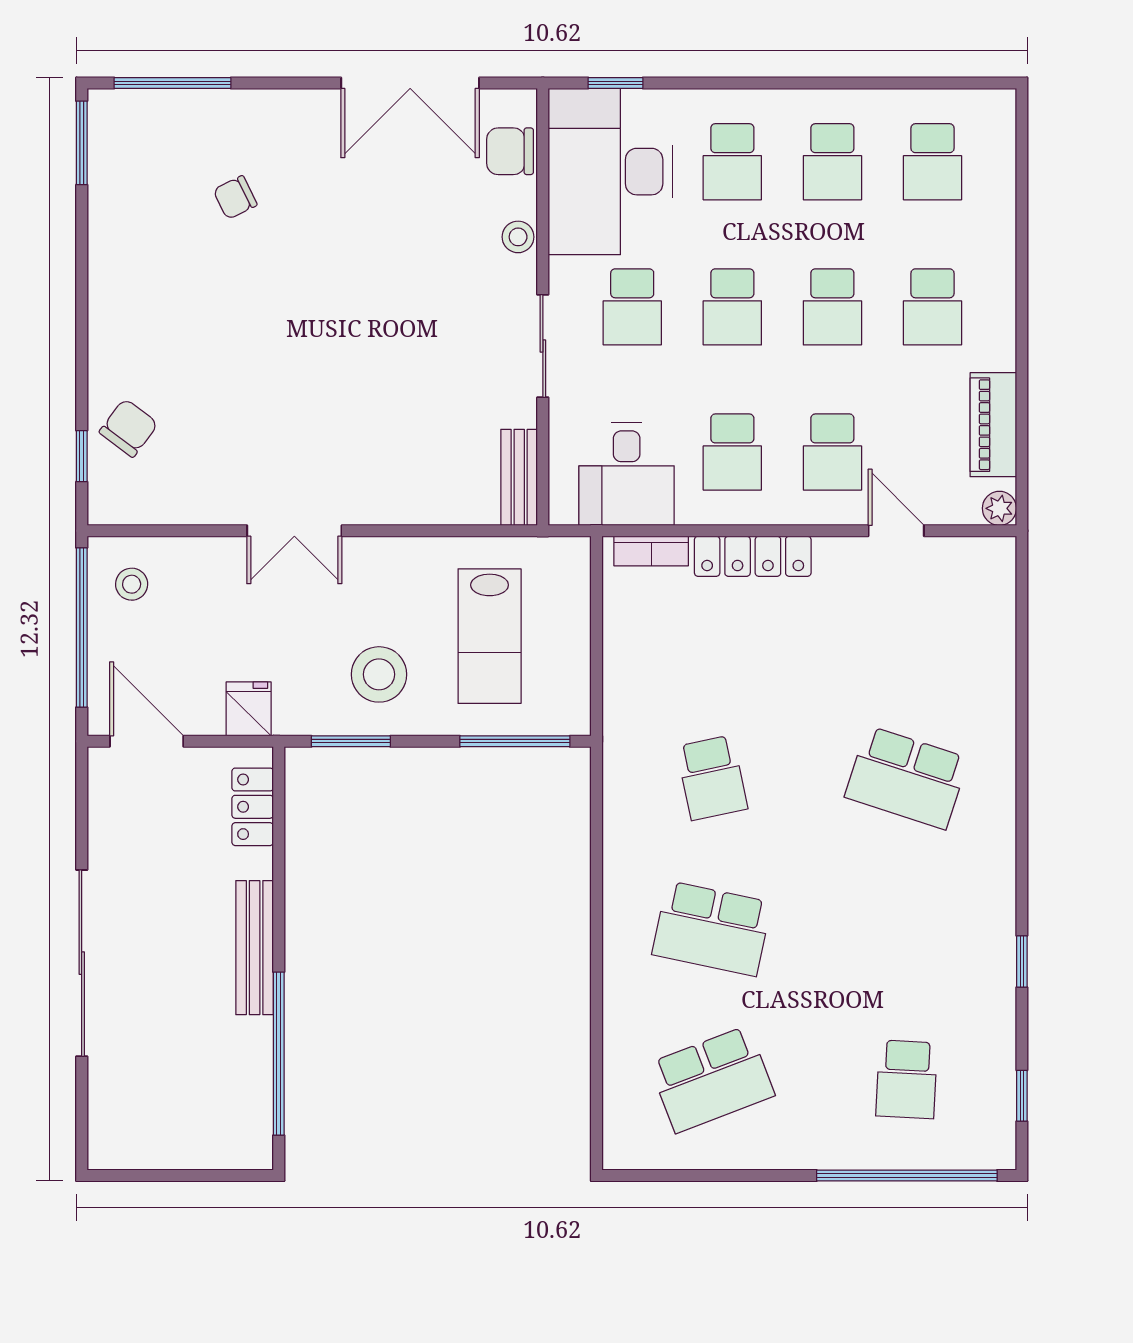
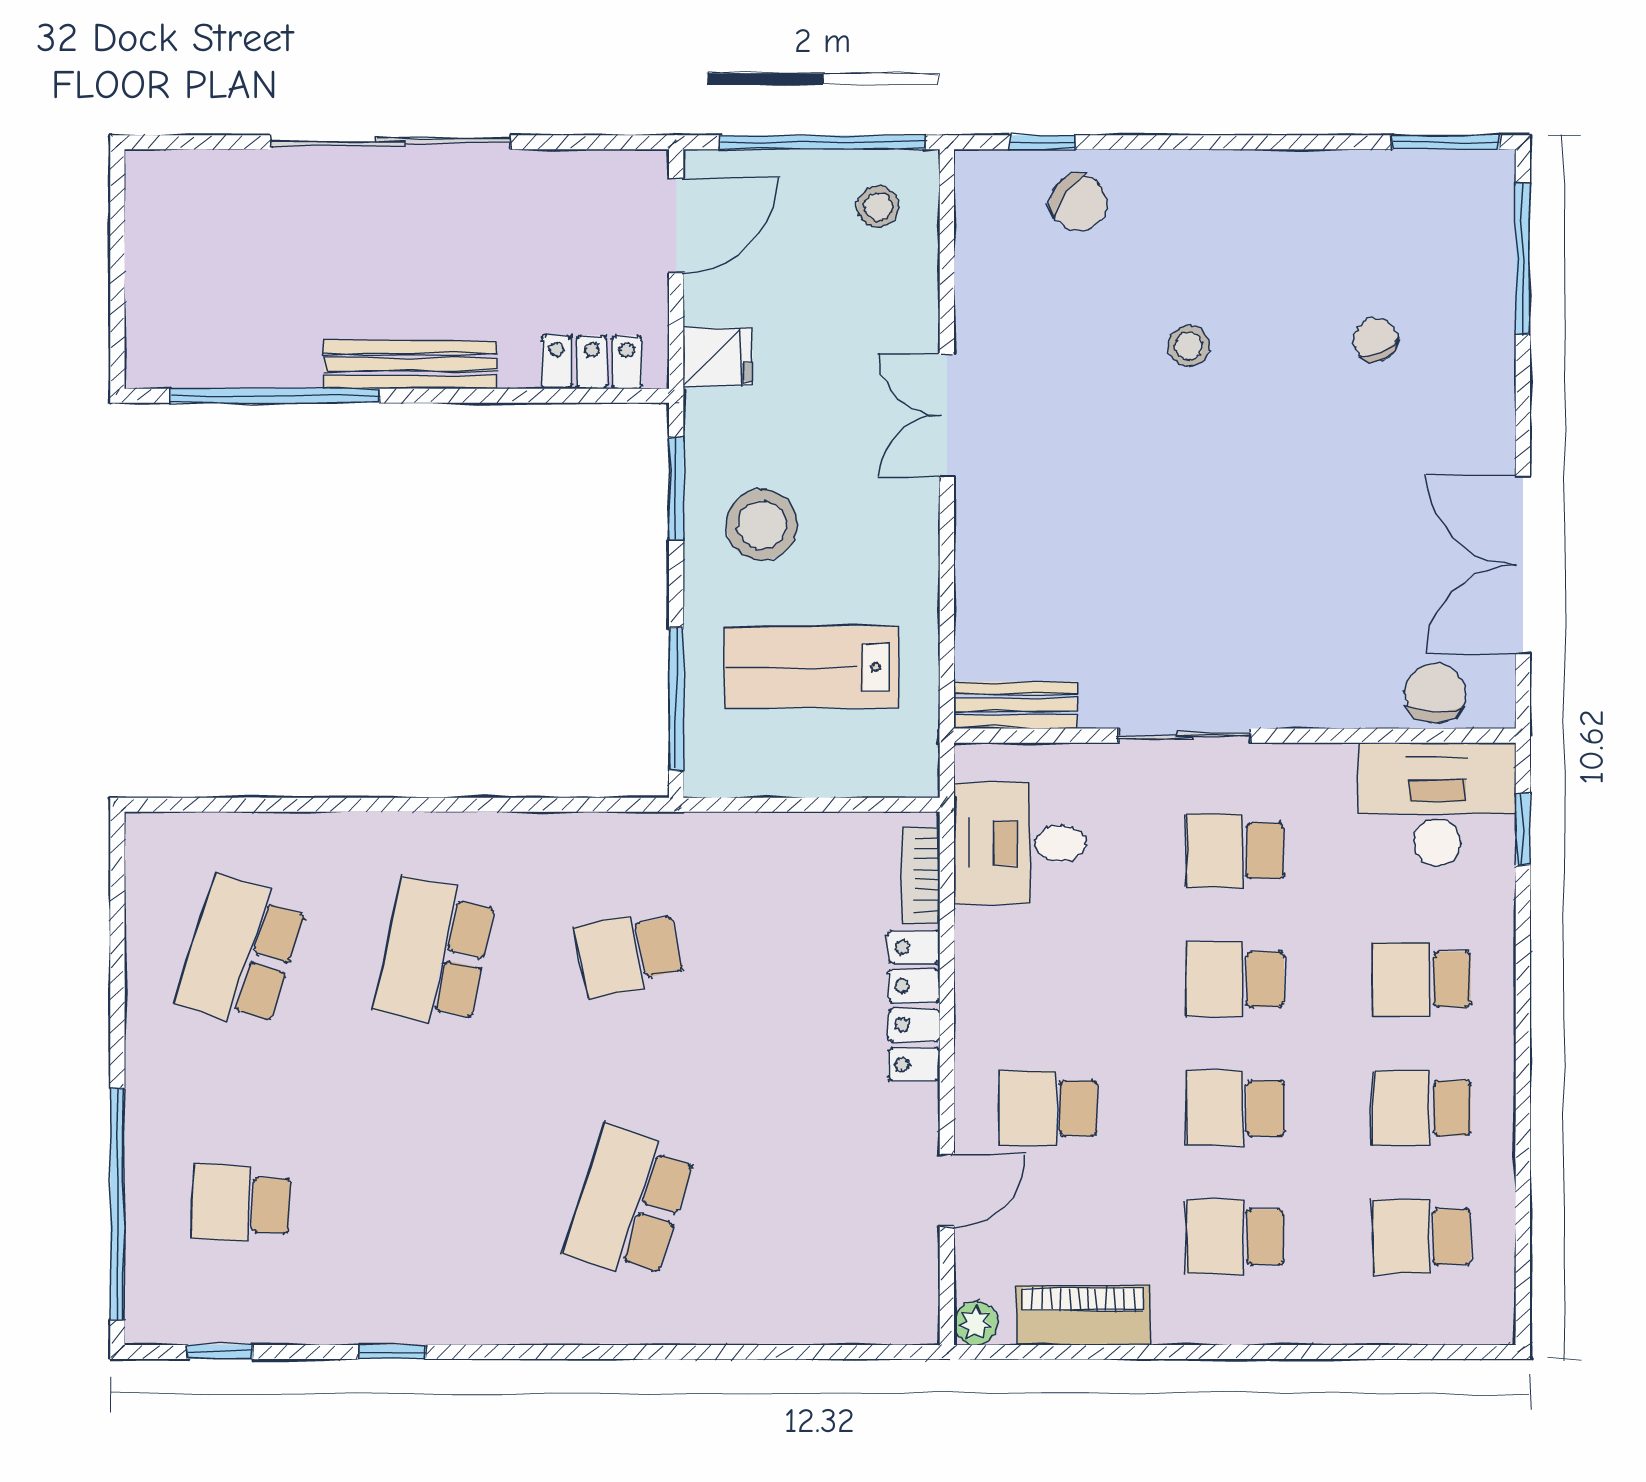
desk: (610, 172) -> (1438, 804), width x0.73, depth x0.77
stool: (518, 237) -> (1189, 346), moved
school desk: (732, 452) -> (1048, 979), removed
school desk: (712, 1079) -> (241, 953), turned 39

